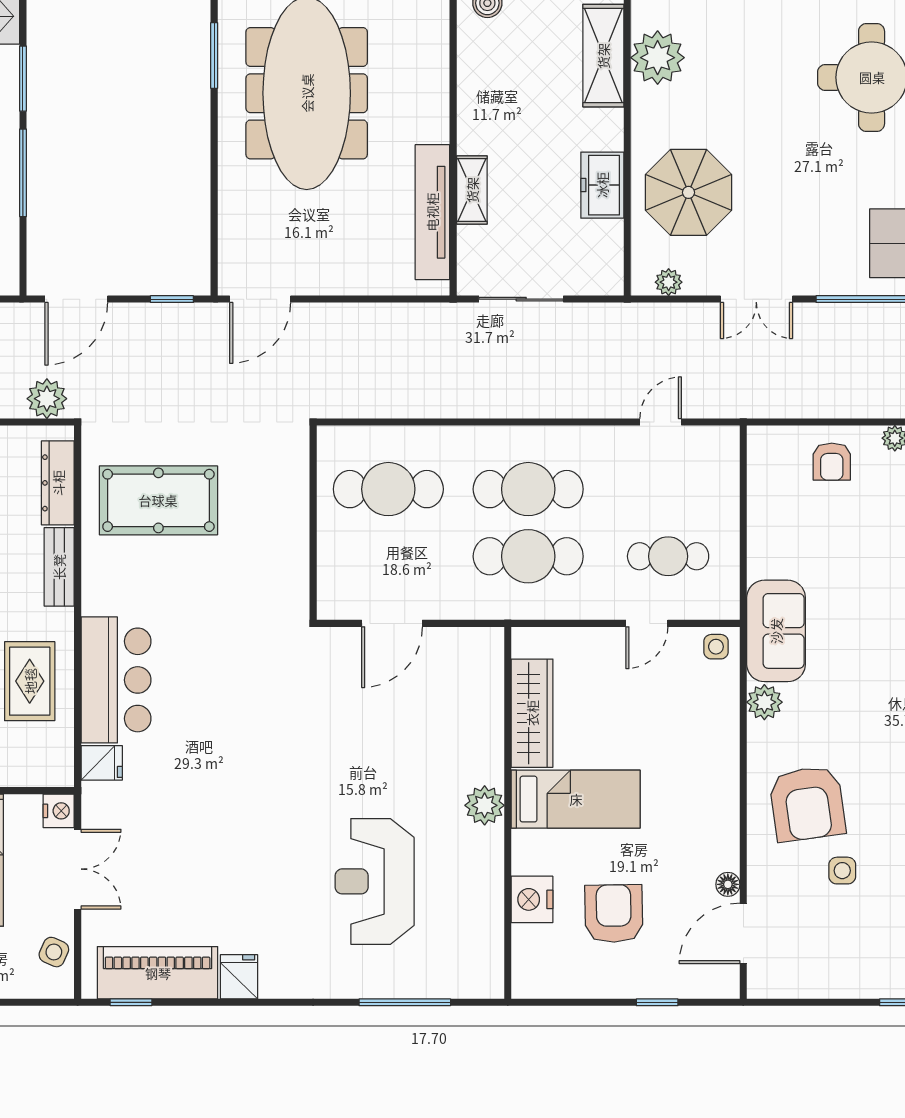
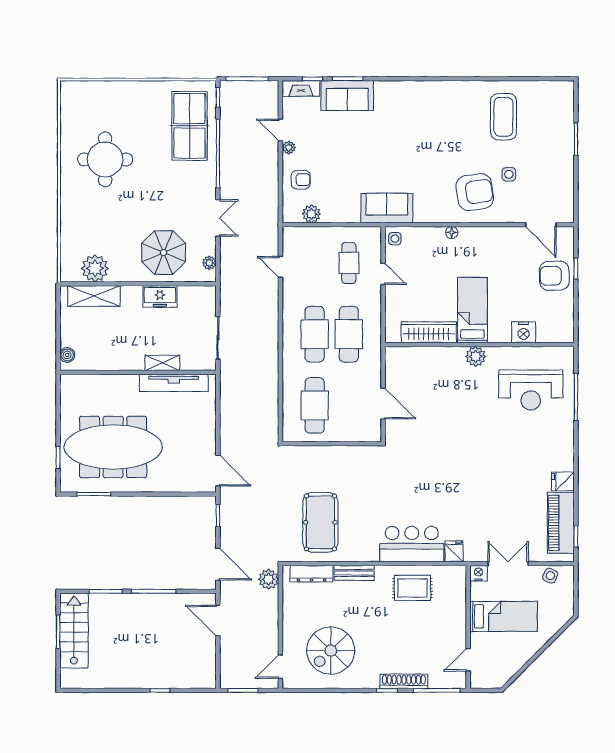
plant: (764, 702) -> (311, 214), moved
reception desk: (375, 881) -> (531, 390), moved
floor lamp: (728, 884) -> (452, 233), moved
armchair: (614, 914) -> (554, 276), moved

